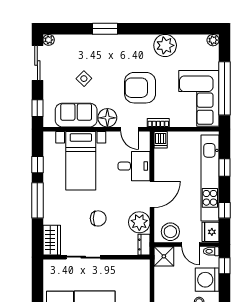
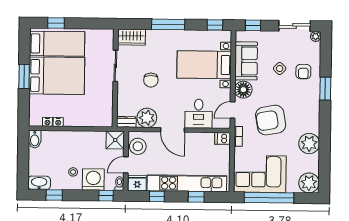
plant: (213, 40) -> (309, 183), width x1.88, depth x1.88
armchair: (87, 53) -> (303, 72), added
armchair: (140, 88) -> (271, 120), turned -100
window: (37, 165) -> (215, 25), moved

